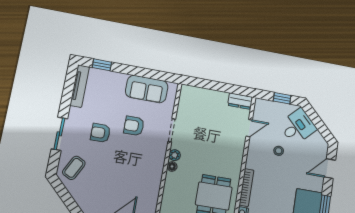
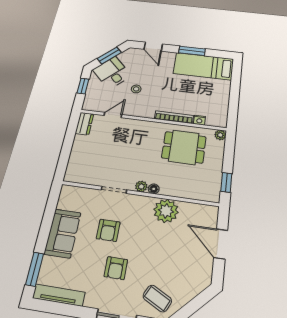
window: (102, 65) -> (35, 269), width x1.50
sofa: (147, 89) -> (63, 233), moved
window: (319, 123) -> (109, 55), added
door: (249, 128) -> (113, 115), hinge flipped
plant: (151, 177) -> (166, 211), added

